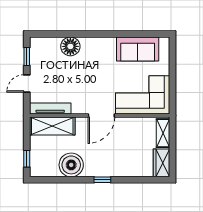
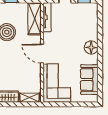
floor lamp: (70, 46) -> (91, 47), moved

